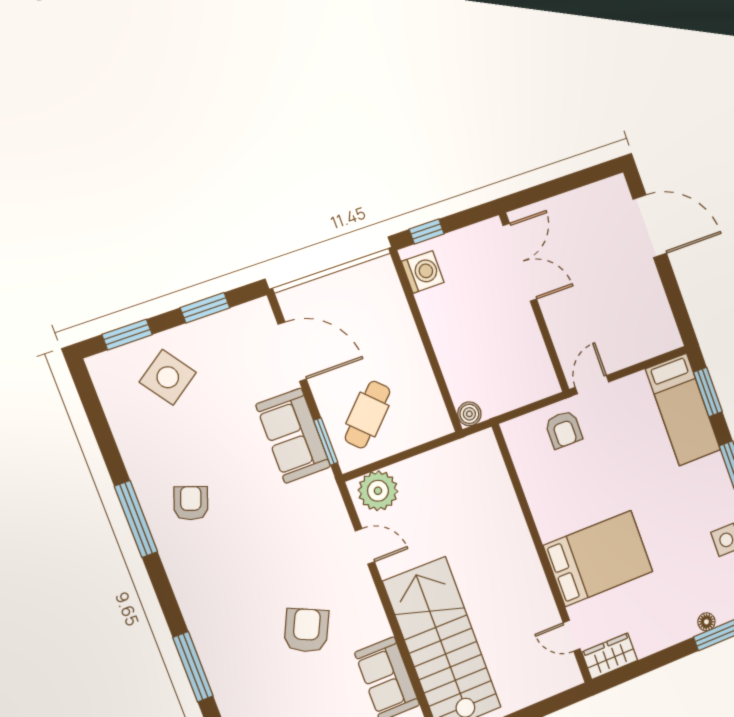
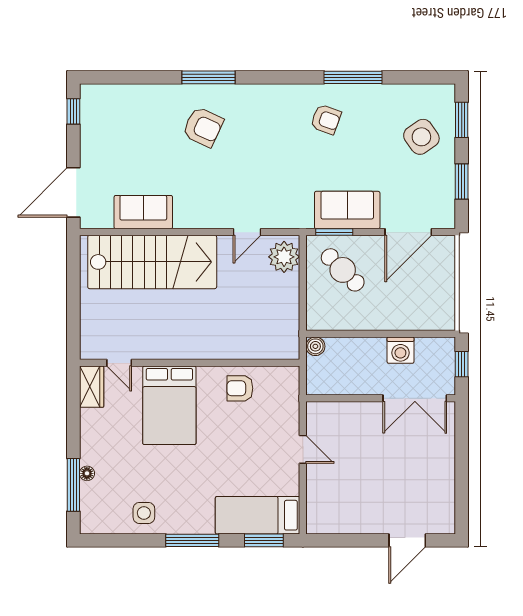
door: (650, 226) -> (407, 540), width x0.73
double door: (520, 262) -> (415, 398), moved
washing machine: (423, 272) -> (400, 350), moved
wall: (534, 303) -> (381, 398), moved
armchair: (564, 429) -> (240, 388), moved
window: (136, 519) -> (353, 77), moved
armchair: (306, 630) -> (203, 127), moved
door: (572, 636) -> (119, 363), swing flipped

